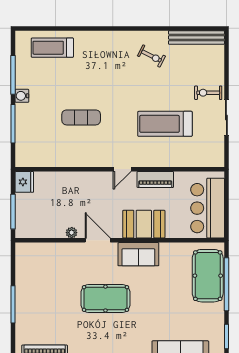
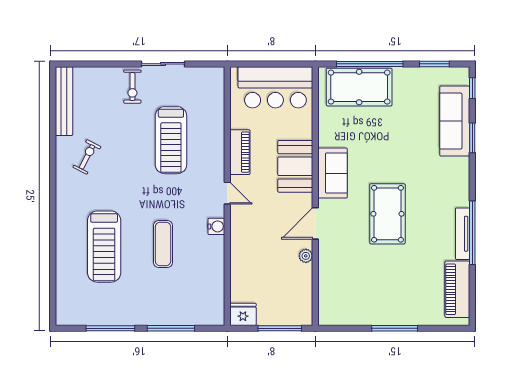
treadmill: (52, 48) -> (104, 247), moved, width x1.37, depth x1.38
water cooler: (22, 96) -> (216, 226), moved, turned -90

